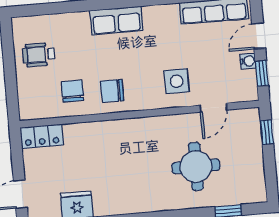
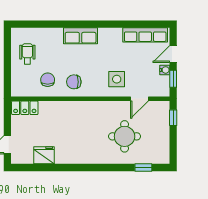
wheelchair: (39, 55) -> (27, 54), turned 90

